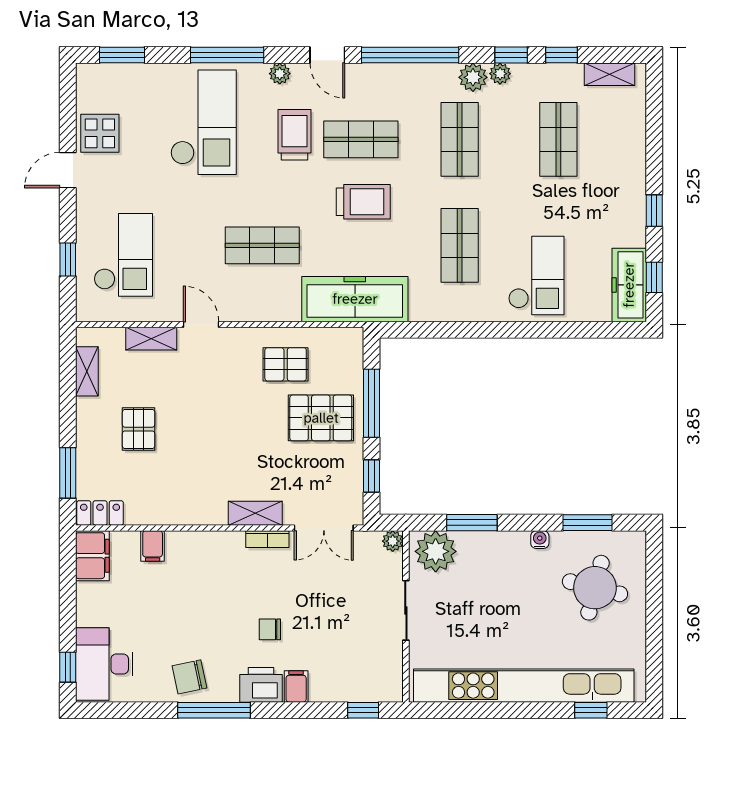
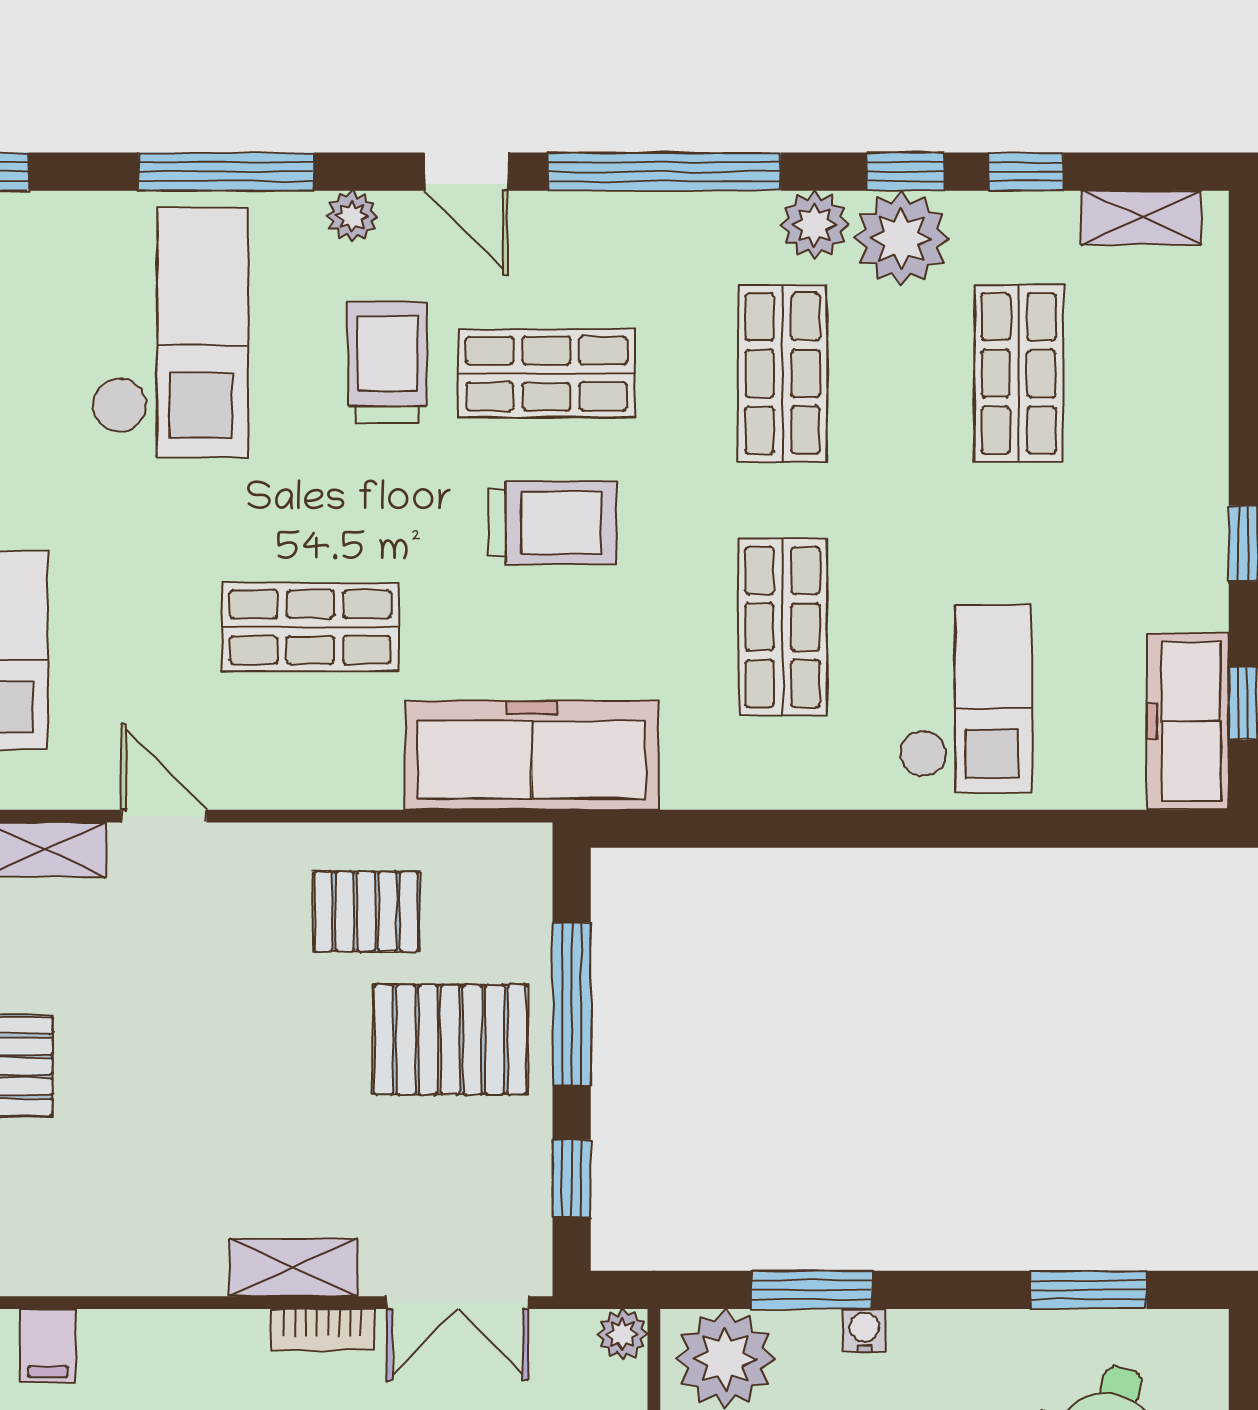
plant: (500, 74) -> (901, 238), width x1.87, depth x1.87
water cooler: (540, 540) -> (864, 1330), moved

